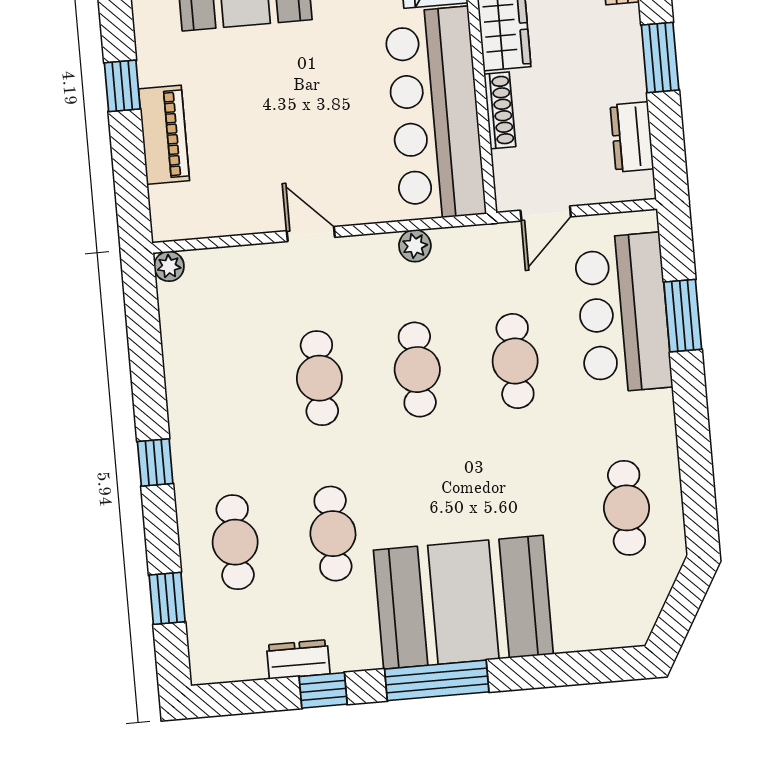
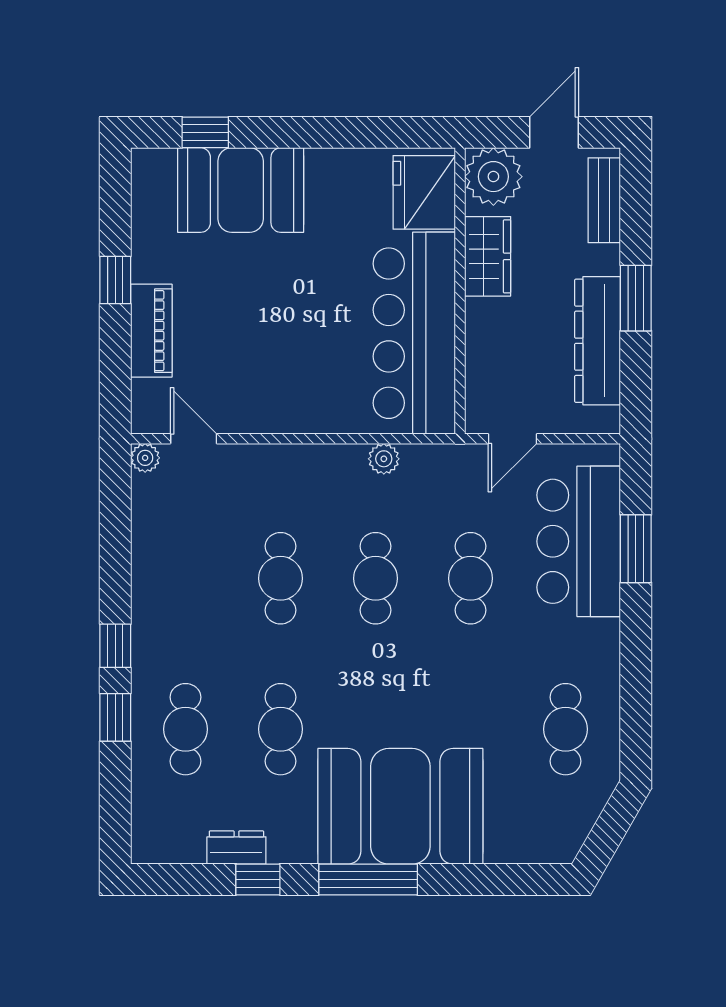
shoe rack: (500, 110) -> (477, 335), removed
dresser: (632, 137) -> (598, 341), width x1.96, depth x1.24
door: (311, 234) -> (194, 439), moved
window: (167, 598) -> (115, 717), moved

